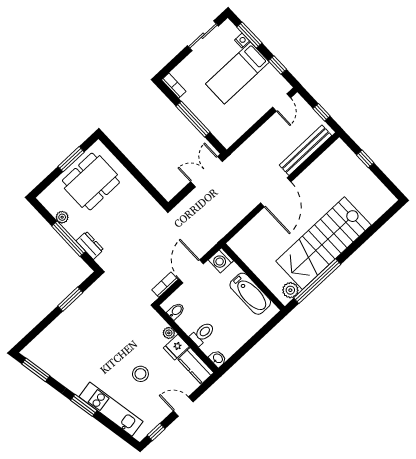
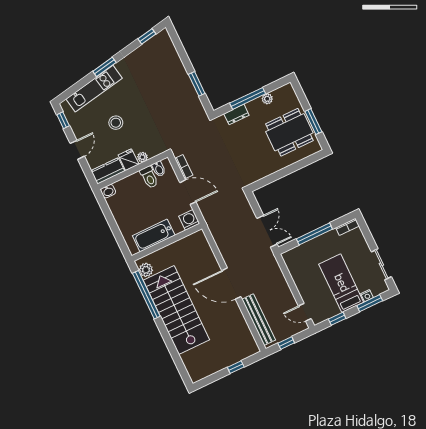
dining table: (91, 182) -> (289, 132), turned 90
toilet: (202, 334) -> (149, 177), moved
window: (36, 370) -> (147, 36), width x0.67

